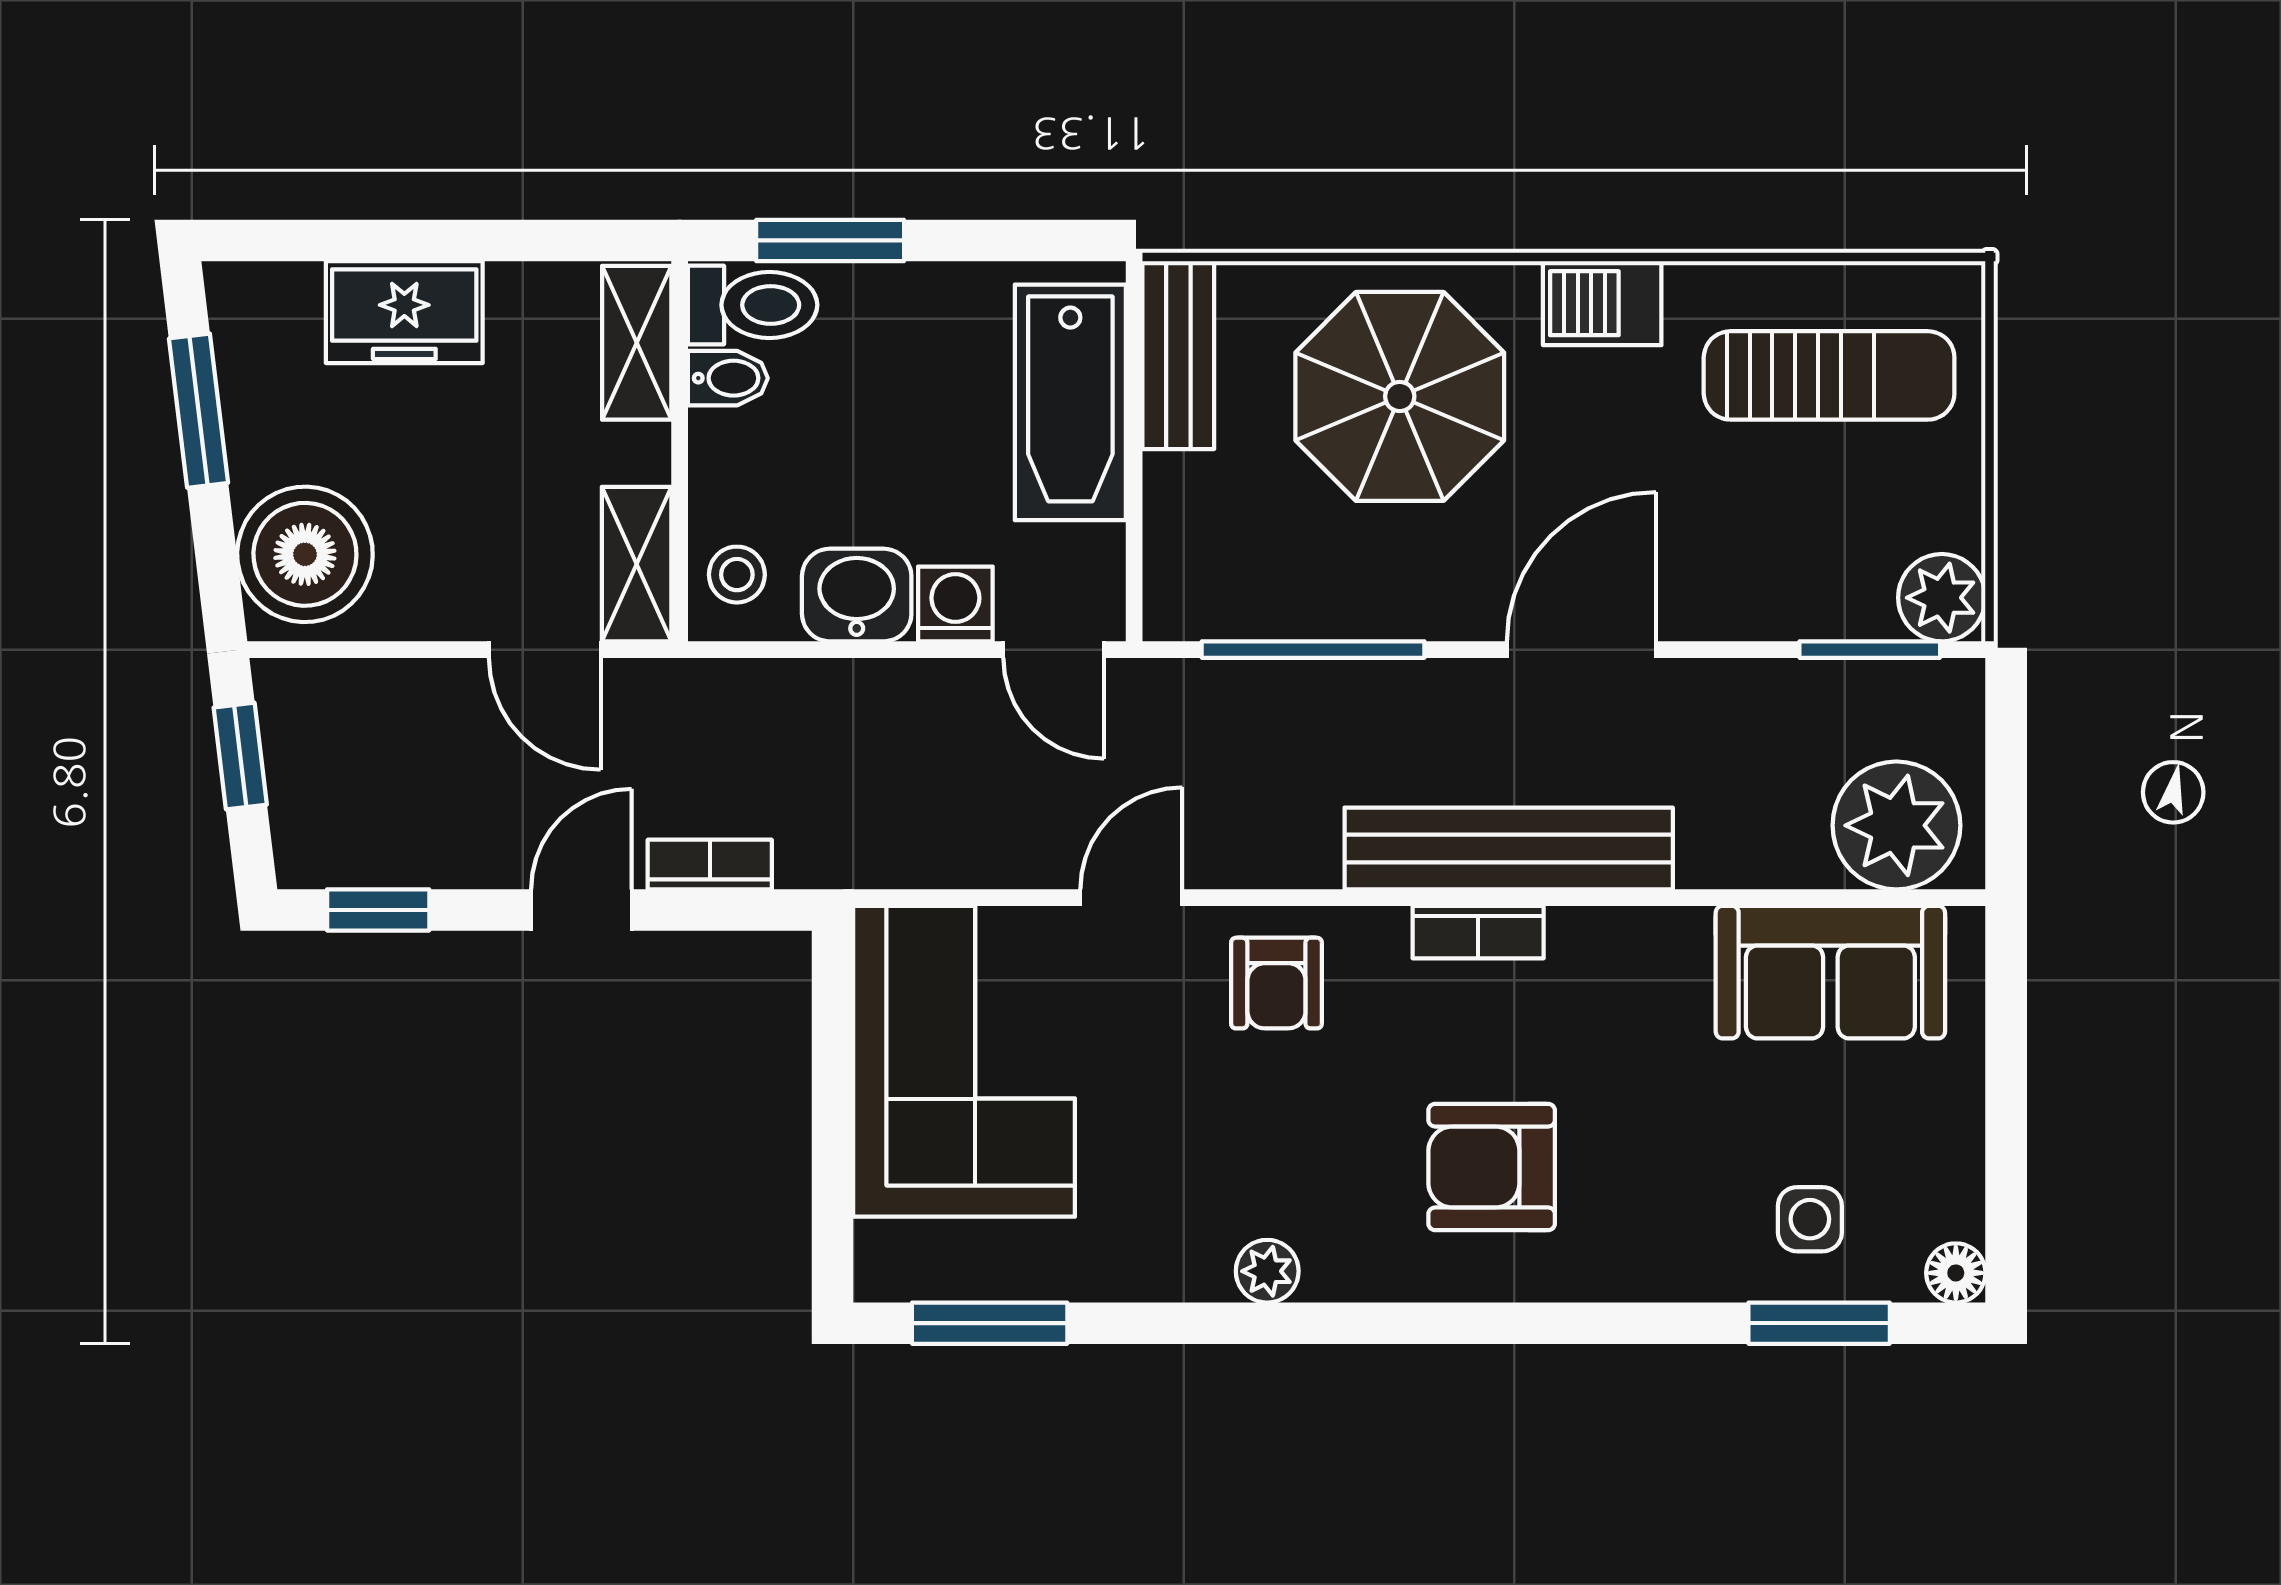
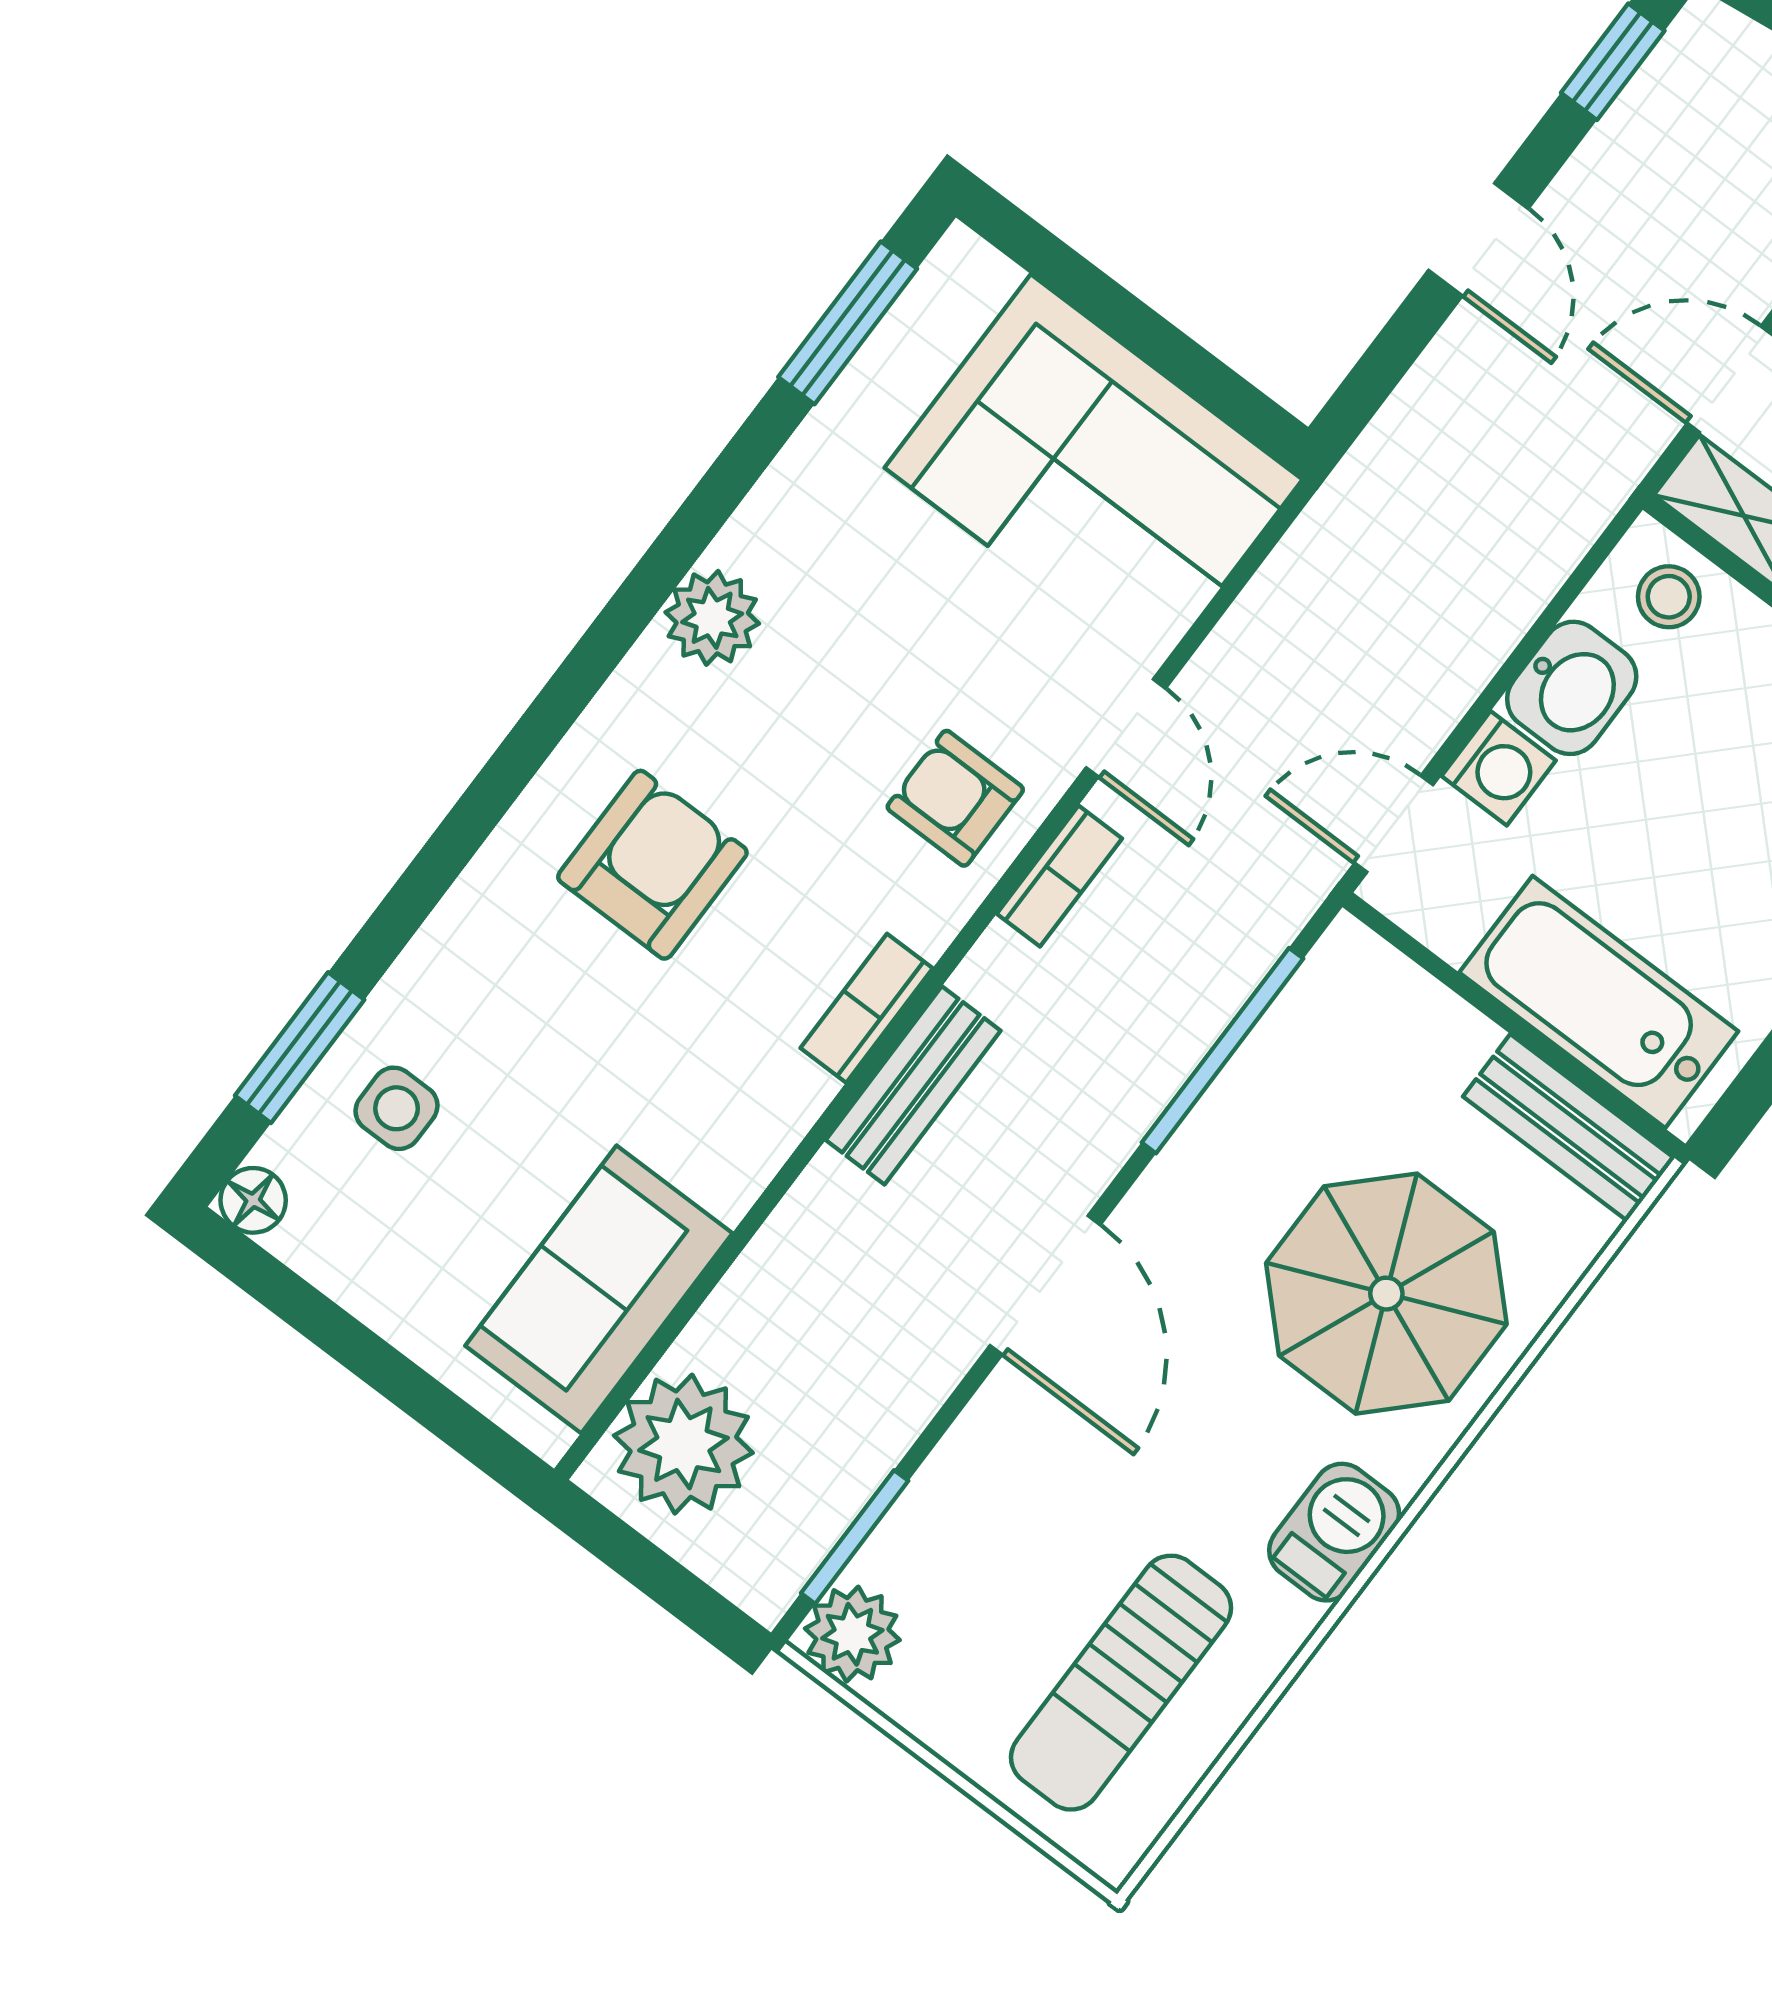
bench: (1509, 848) -> (913, 1085), width x0.54, depth x0.82
bookcase: (710, 864) -> (1059, 876), moved
plant: (1267, 1271) -> (712, 618), width x1.38, depth x1.38

